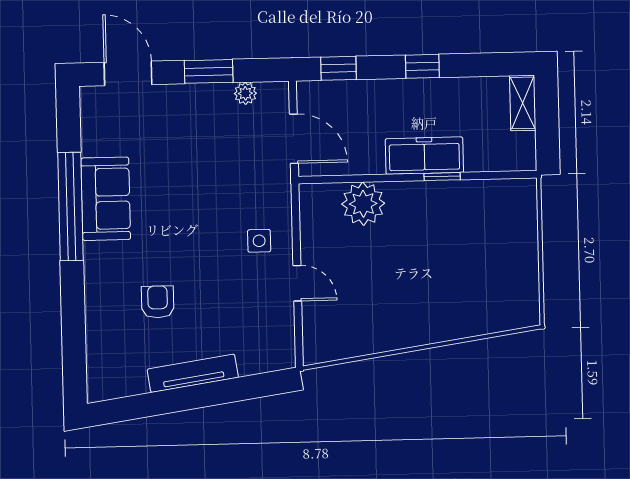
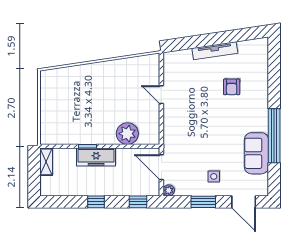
plant: (245, 93) -> (169, 190), moved
shelving: (523, 103) -> (46, 162), moved
sofa: (106, 199) -> (256, 153), moved
side table: (259, 241) -> (214, 176), moved

